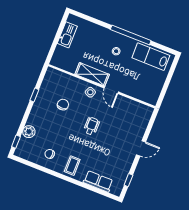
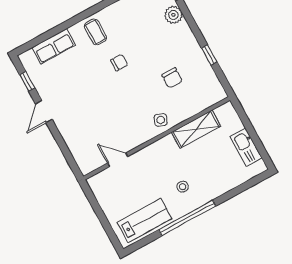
shelving: (92, 74) -> (196, 129), moved
door: (111, 90) -> (118, 160), moved
wheelchair: (92, 126) -> (122, 90), removed
door: (141, 148) -> (44, 112), moved
chair: (50, 154) -> (119, 63), moved

